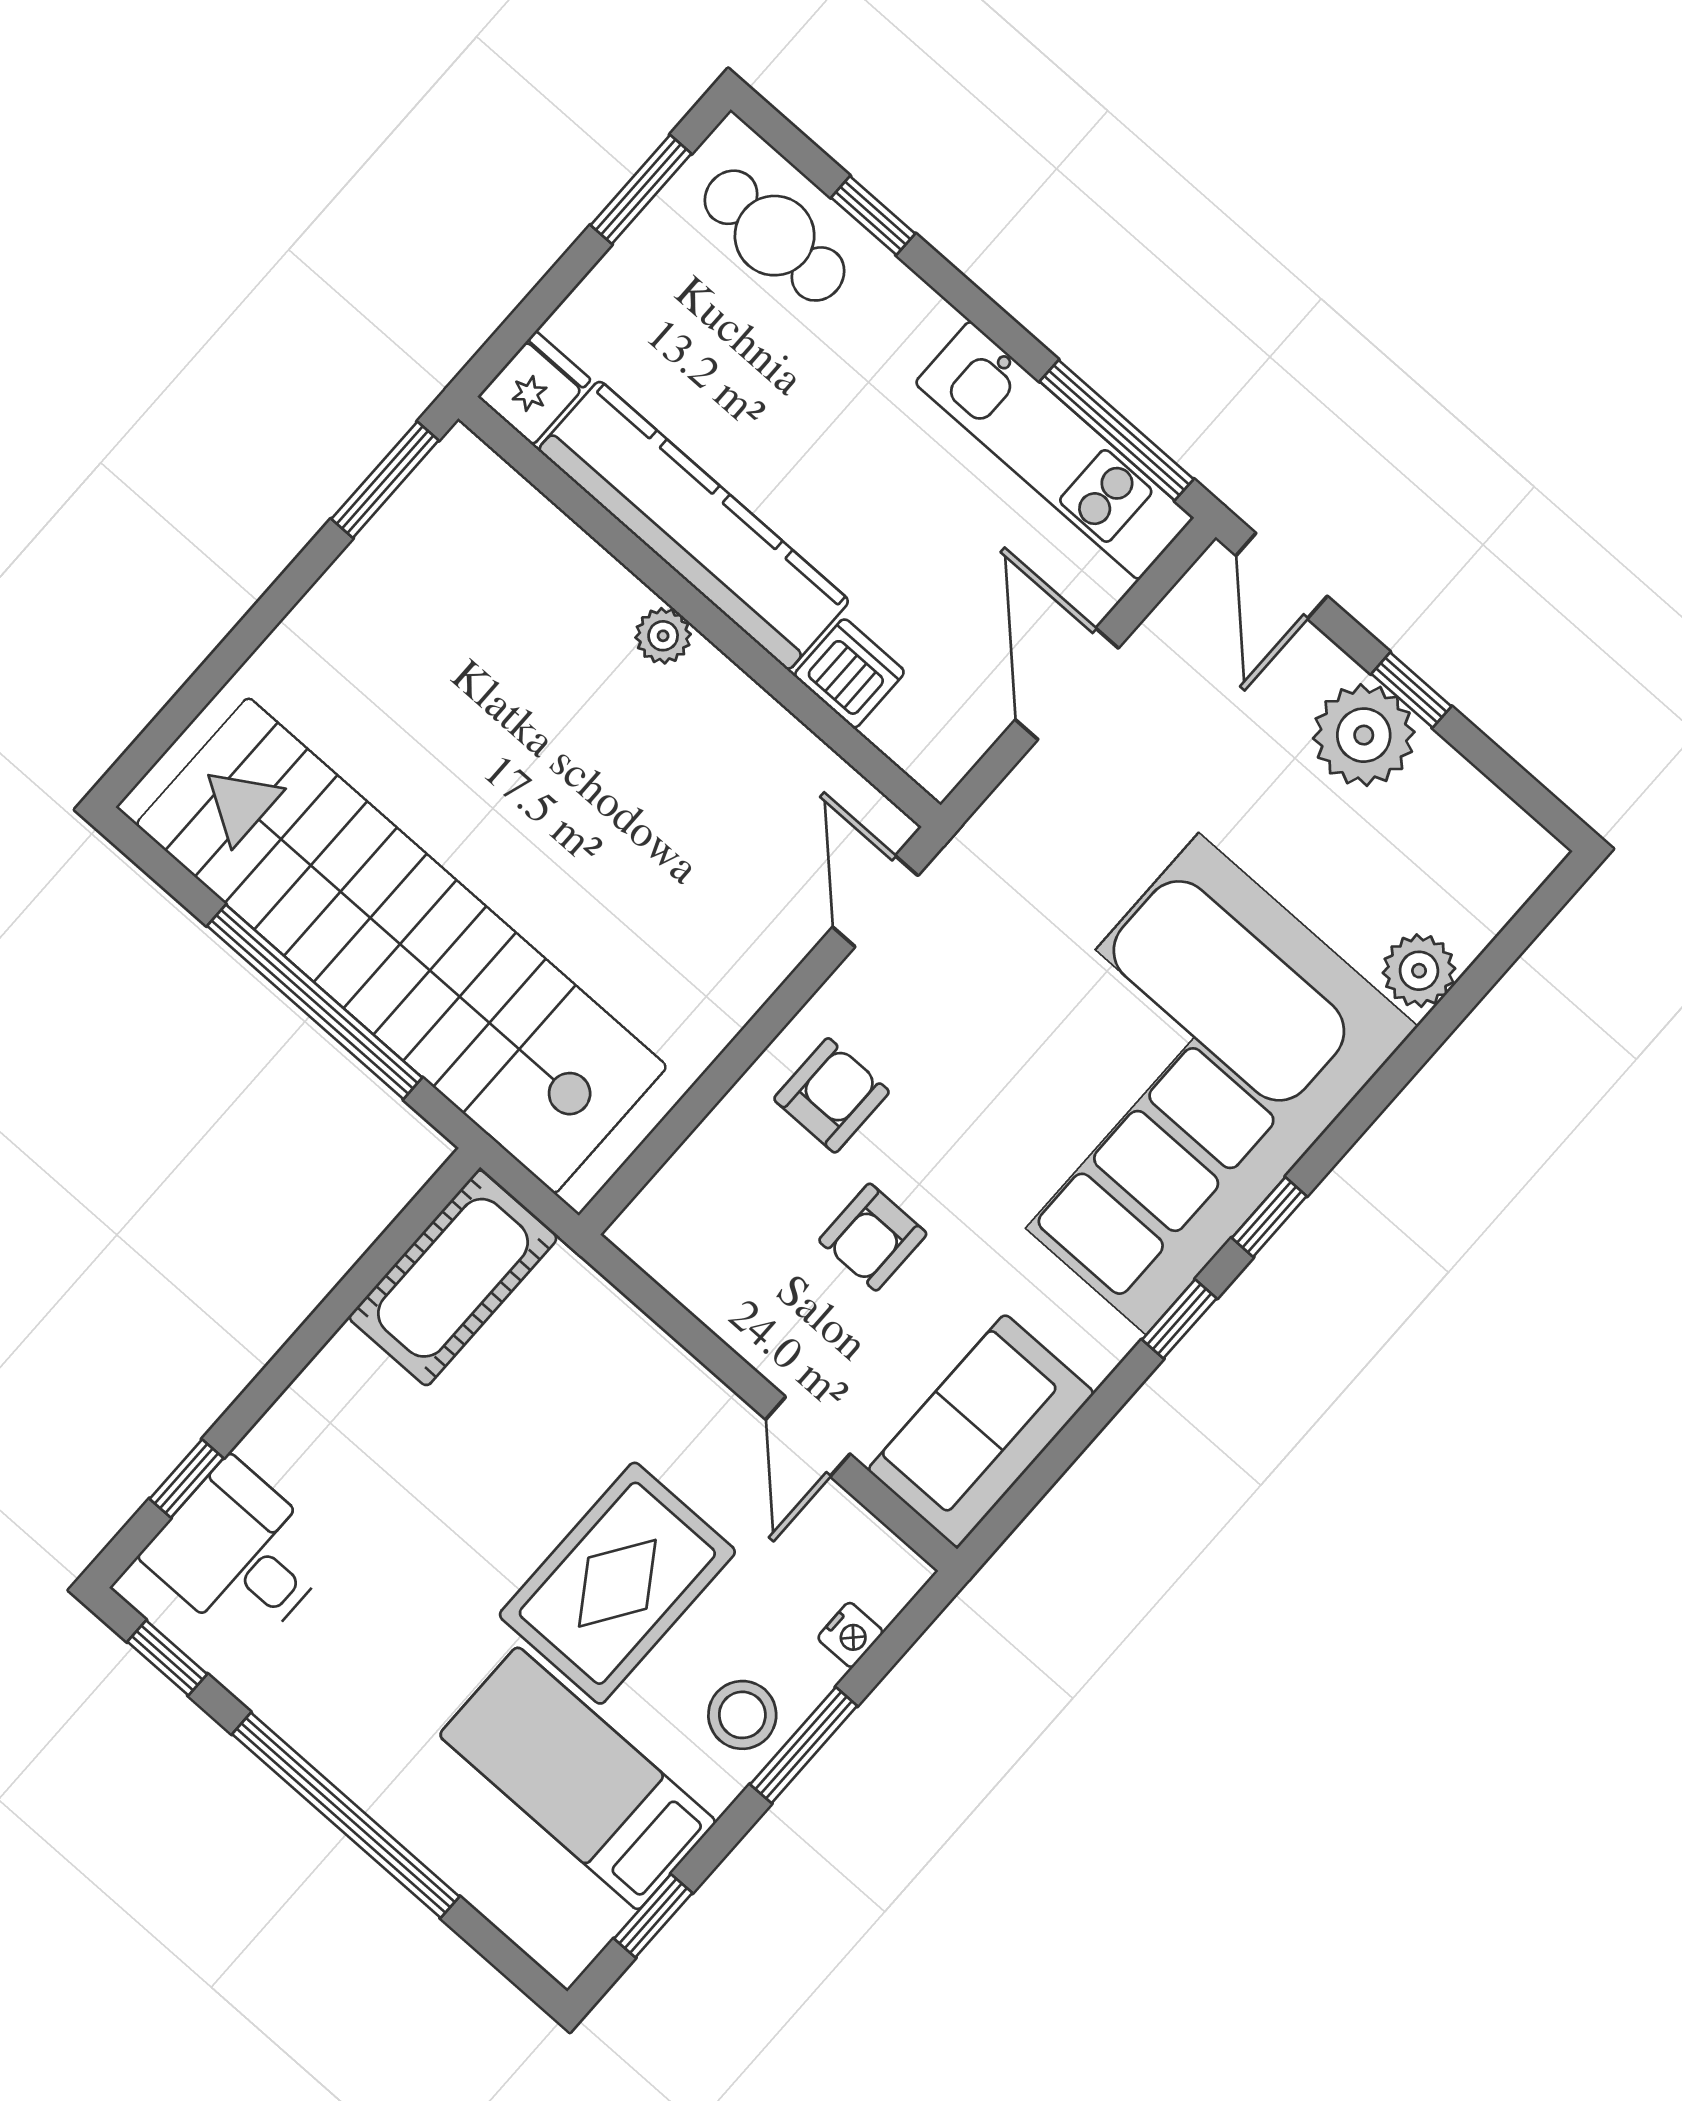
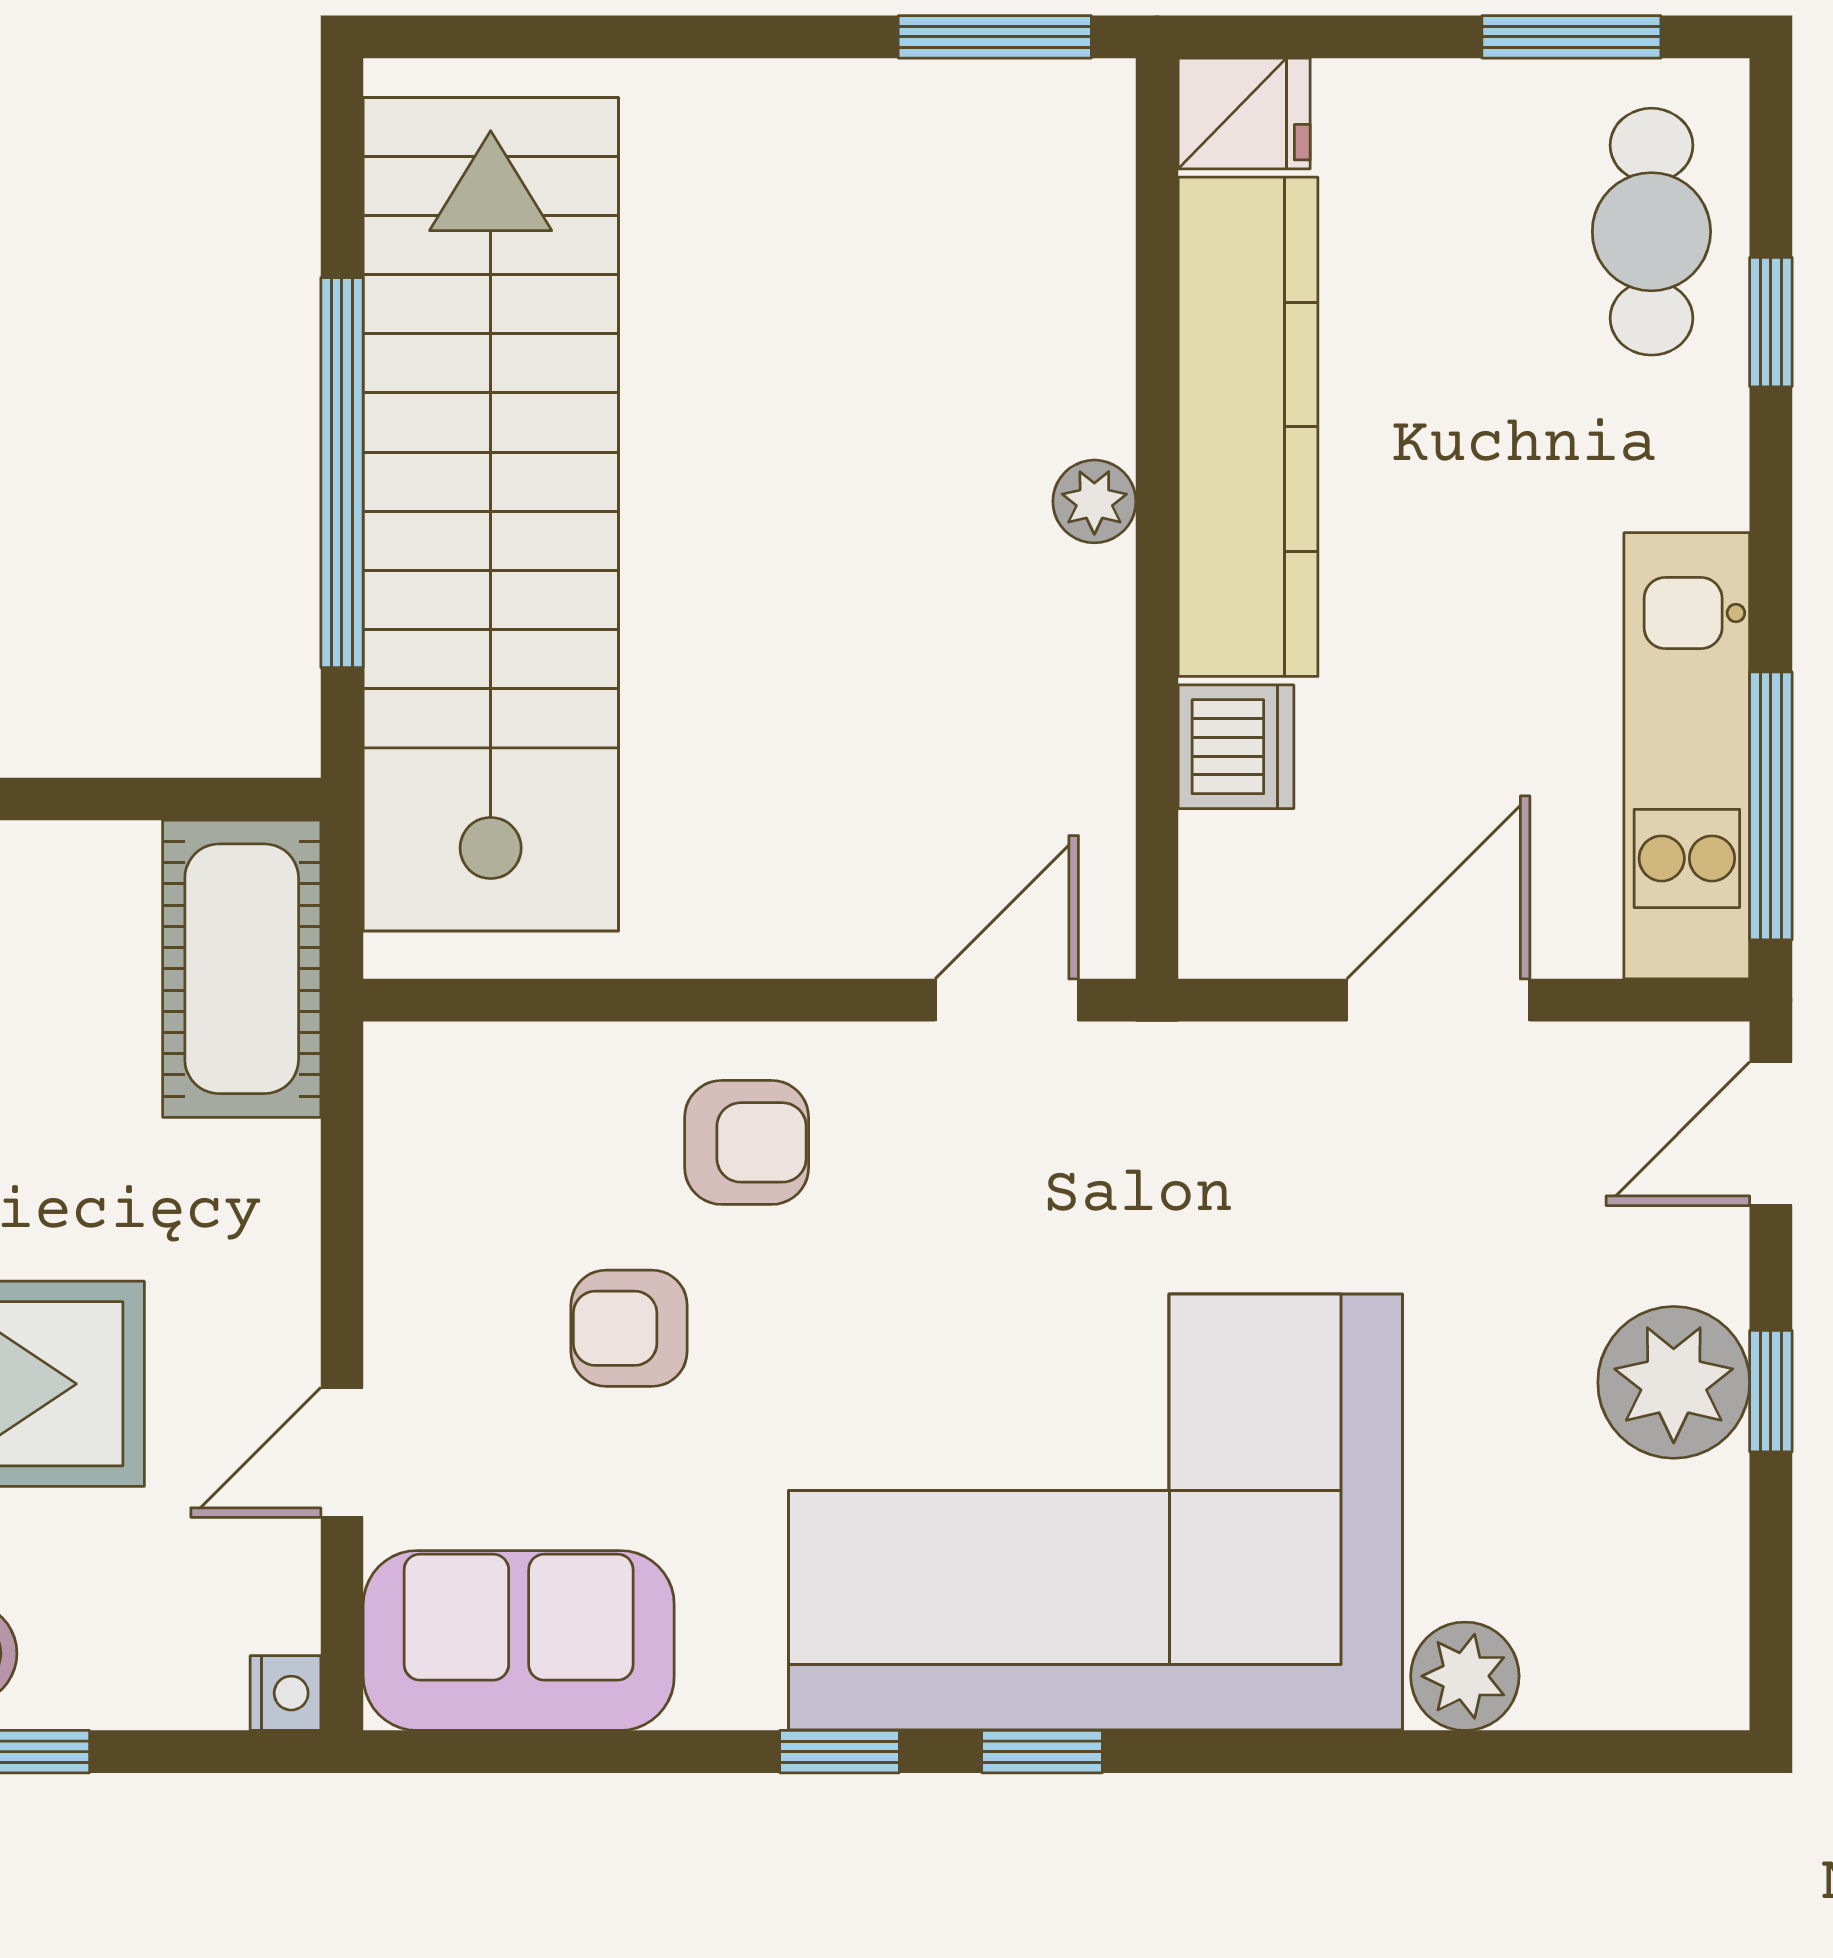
cot: (453, 1278) -> (242, 969), moved, turned 90
nightstand: (850, 1635) -> (286, 1693), moved, turned -90

